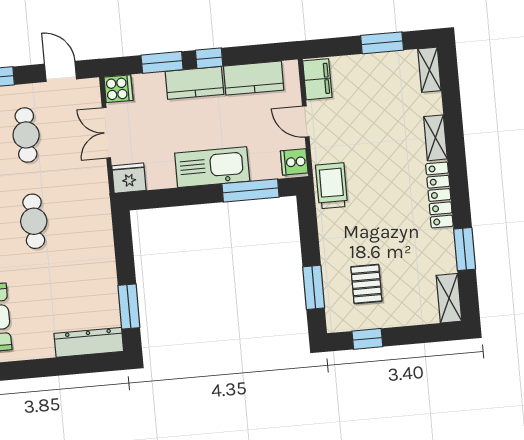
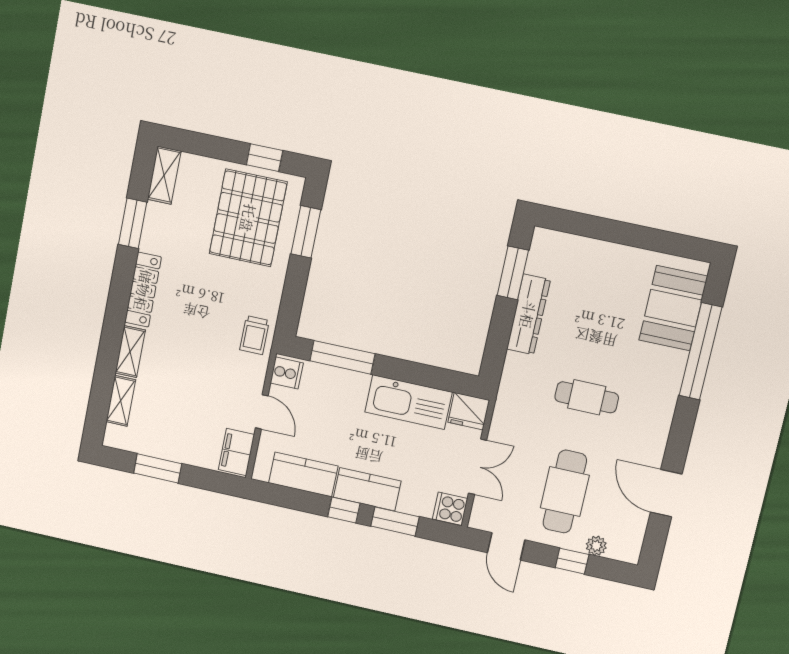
shelving: (429, 70) -> (121, 401), moved
cafe table: (26, 135) -> (565, 492), width x1.37, depth x1.35
kitchen sink: (212, 167) -> (408, 402), moved
trolley: (332, 186) -> (254, 335), width x0.73, depth x0.72
cafe table: (34, 221) -> (587, 397), turned 90
pallet: (366, 284) -> (248, 218), width x2.05, depth x2.00
dresser: (89, 342) -> (528, 314), moved, turned -90

